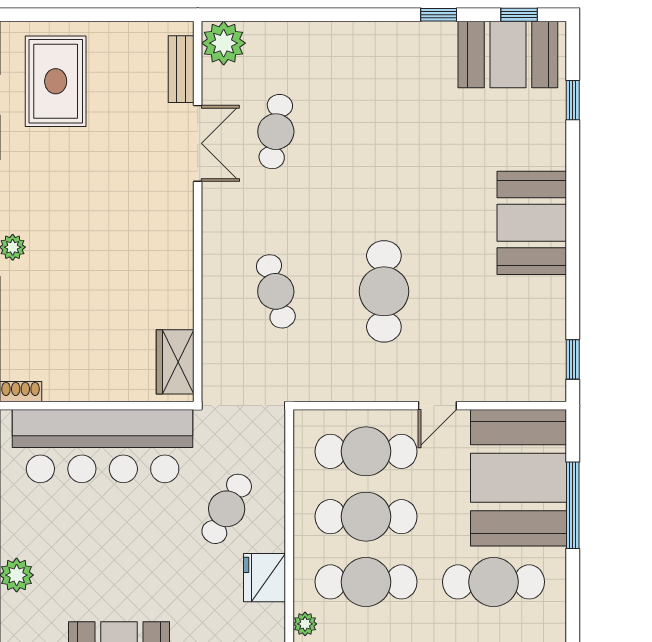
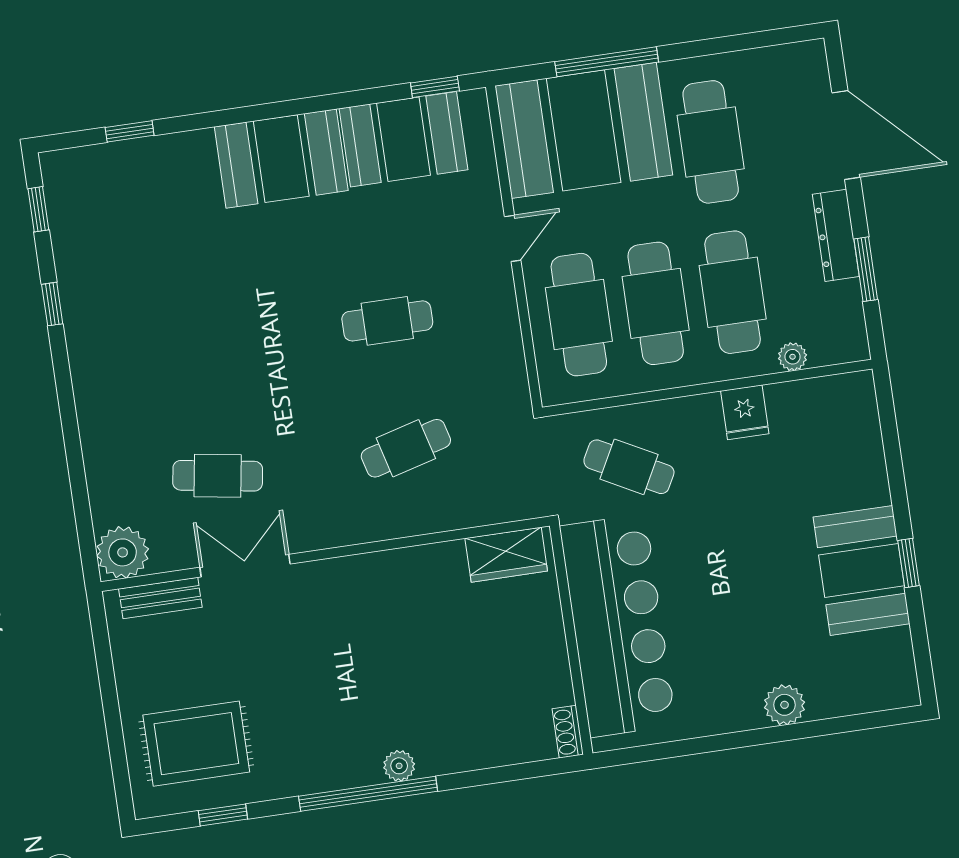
booth: (508, 54) -> (403, 139), moved, turned 90
cafe table: (384, 291) -> (387, 321), width x0.73, depth x0.74
door: (437, 406) -> (513, 238), hinge flipped
cafe table: (227, 509) -> (629, 467), moved
fridge: (265, 578) -> (745, 412), width x0.72

